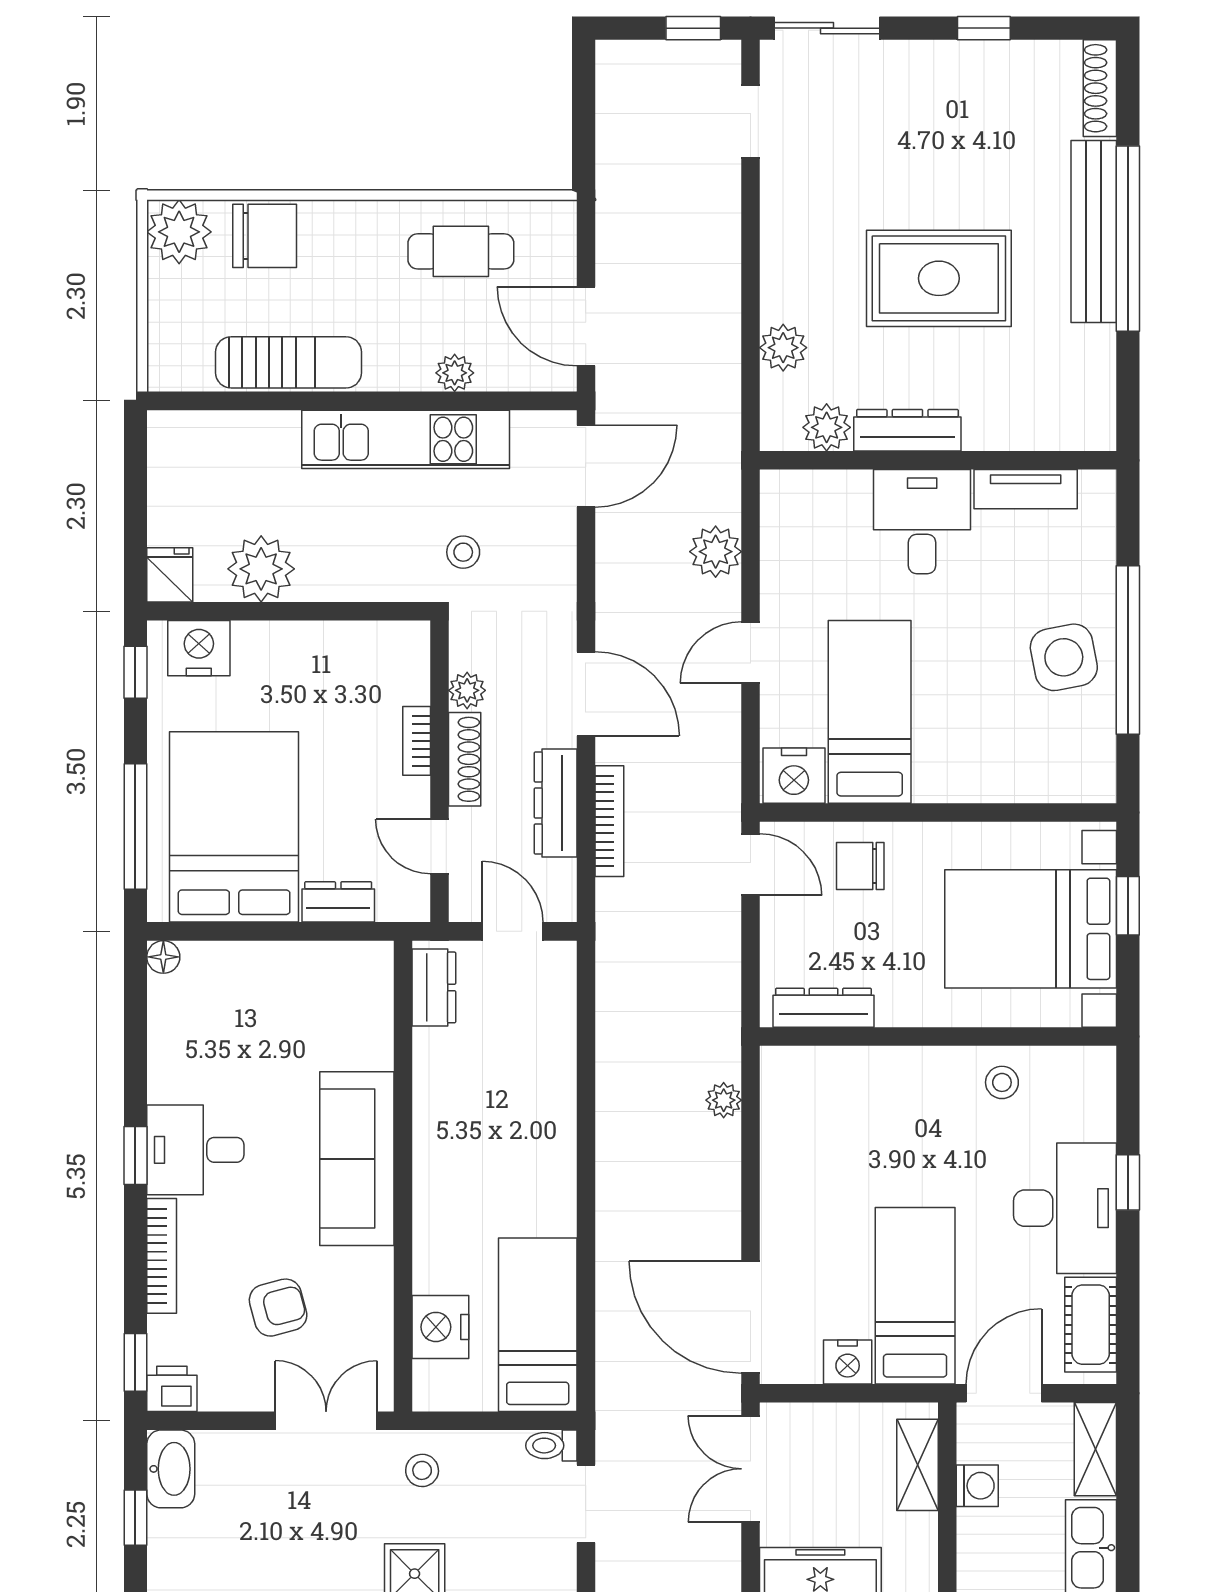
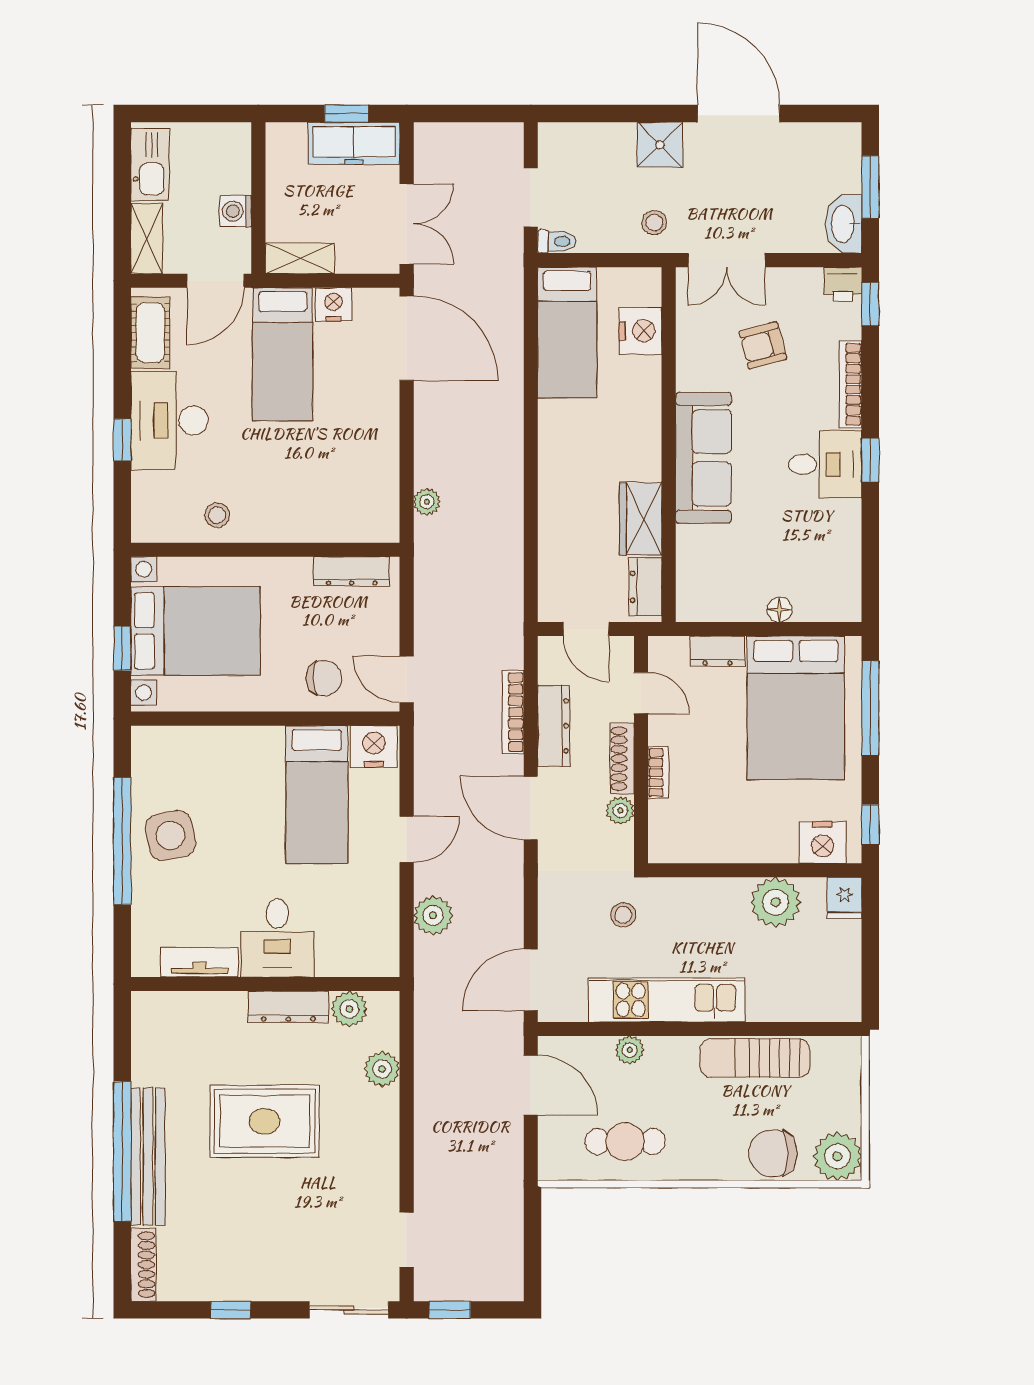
floor lamp: (163, 957) -> (779, 610), moved
wardrobe: (440, 1078) -> (641, 519), added
shelving: (917, 1465) -> (300, 258), moved, turned 90
window: (135, 1518) -> (870, 187), width x1.50

